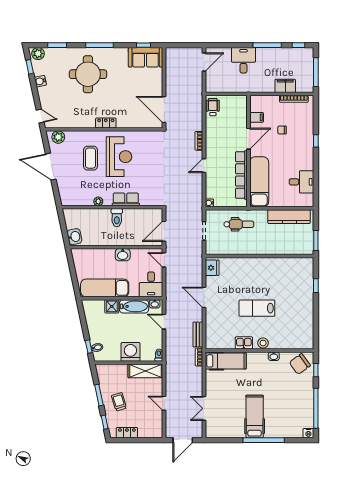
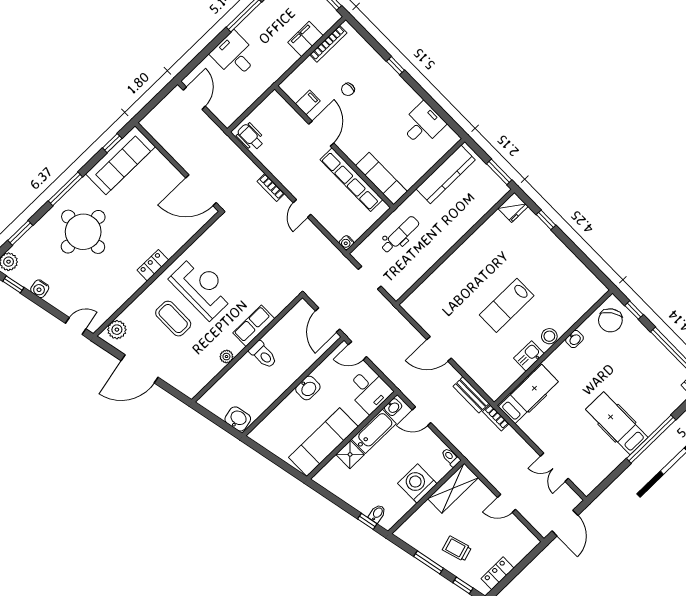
sofa: (146, 57) -> (120, 160), width x1.36
exam couch: (259, 182) -> (381, 179), width x0.73, depth x0.69
fridge: (212, 268) -> (513, 207), moved, turned 90

